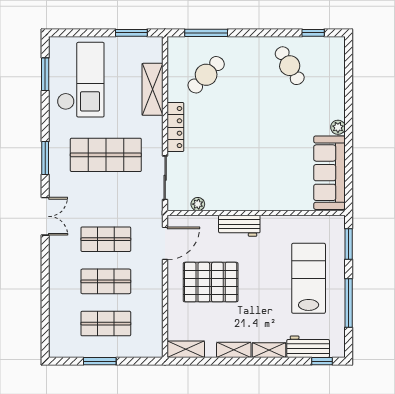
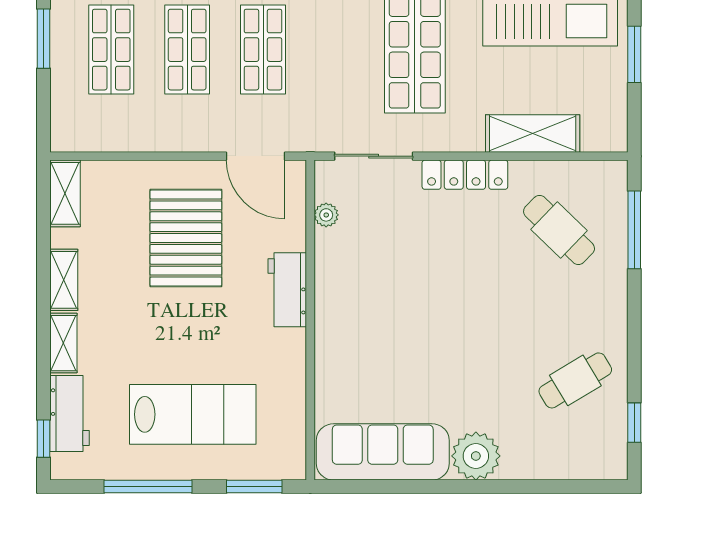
window: (131, 33) -> (634, 54), moved
plant: (338, 127) -> (476, 456), width x1.87, depth x1.87

